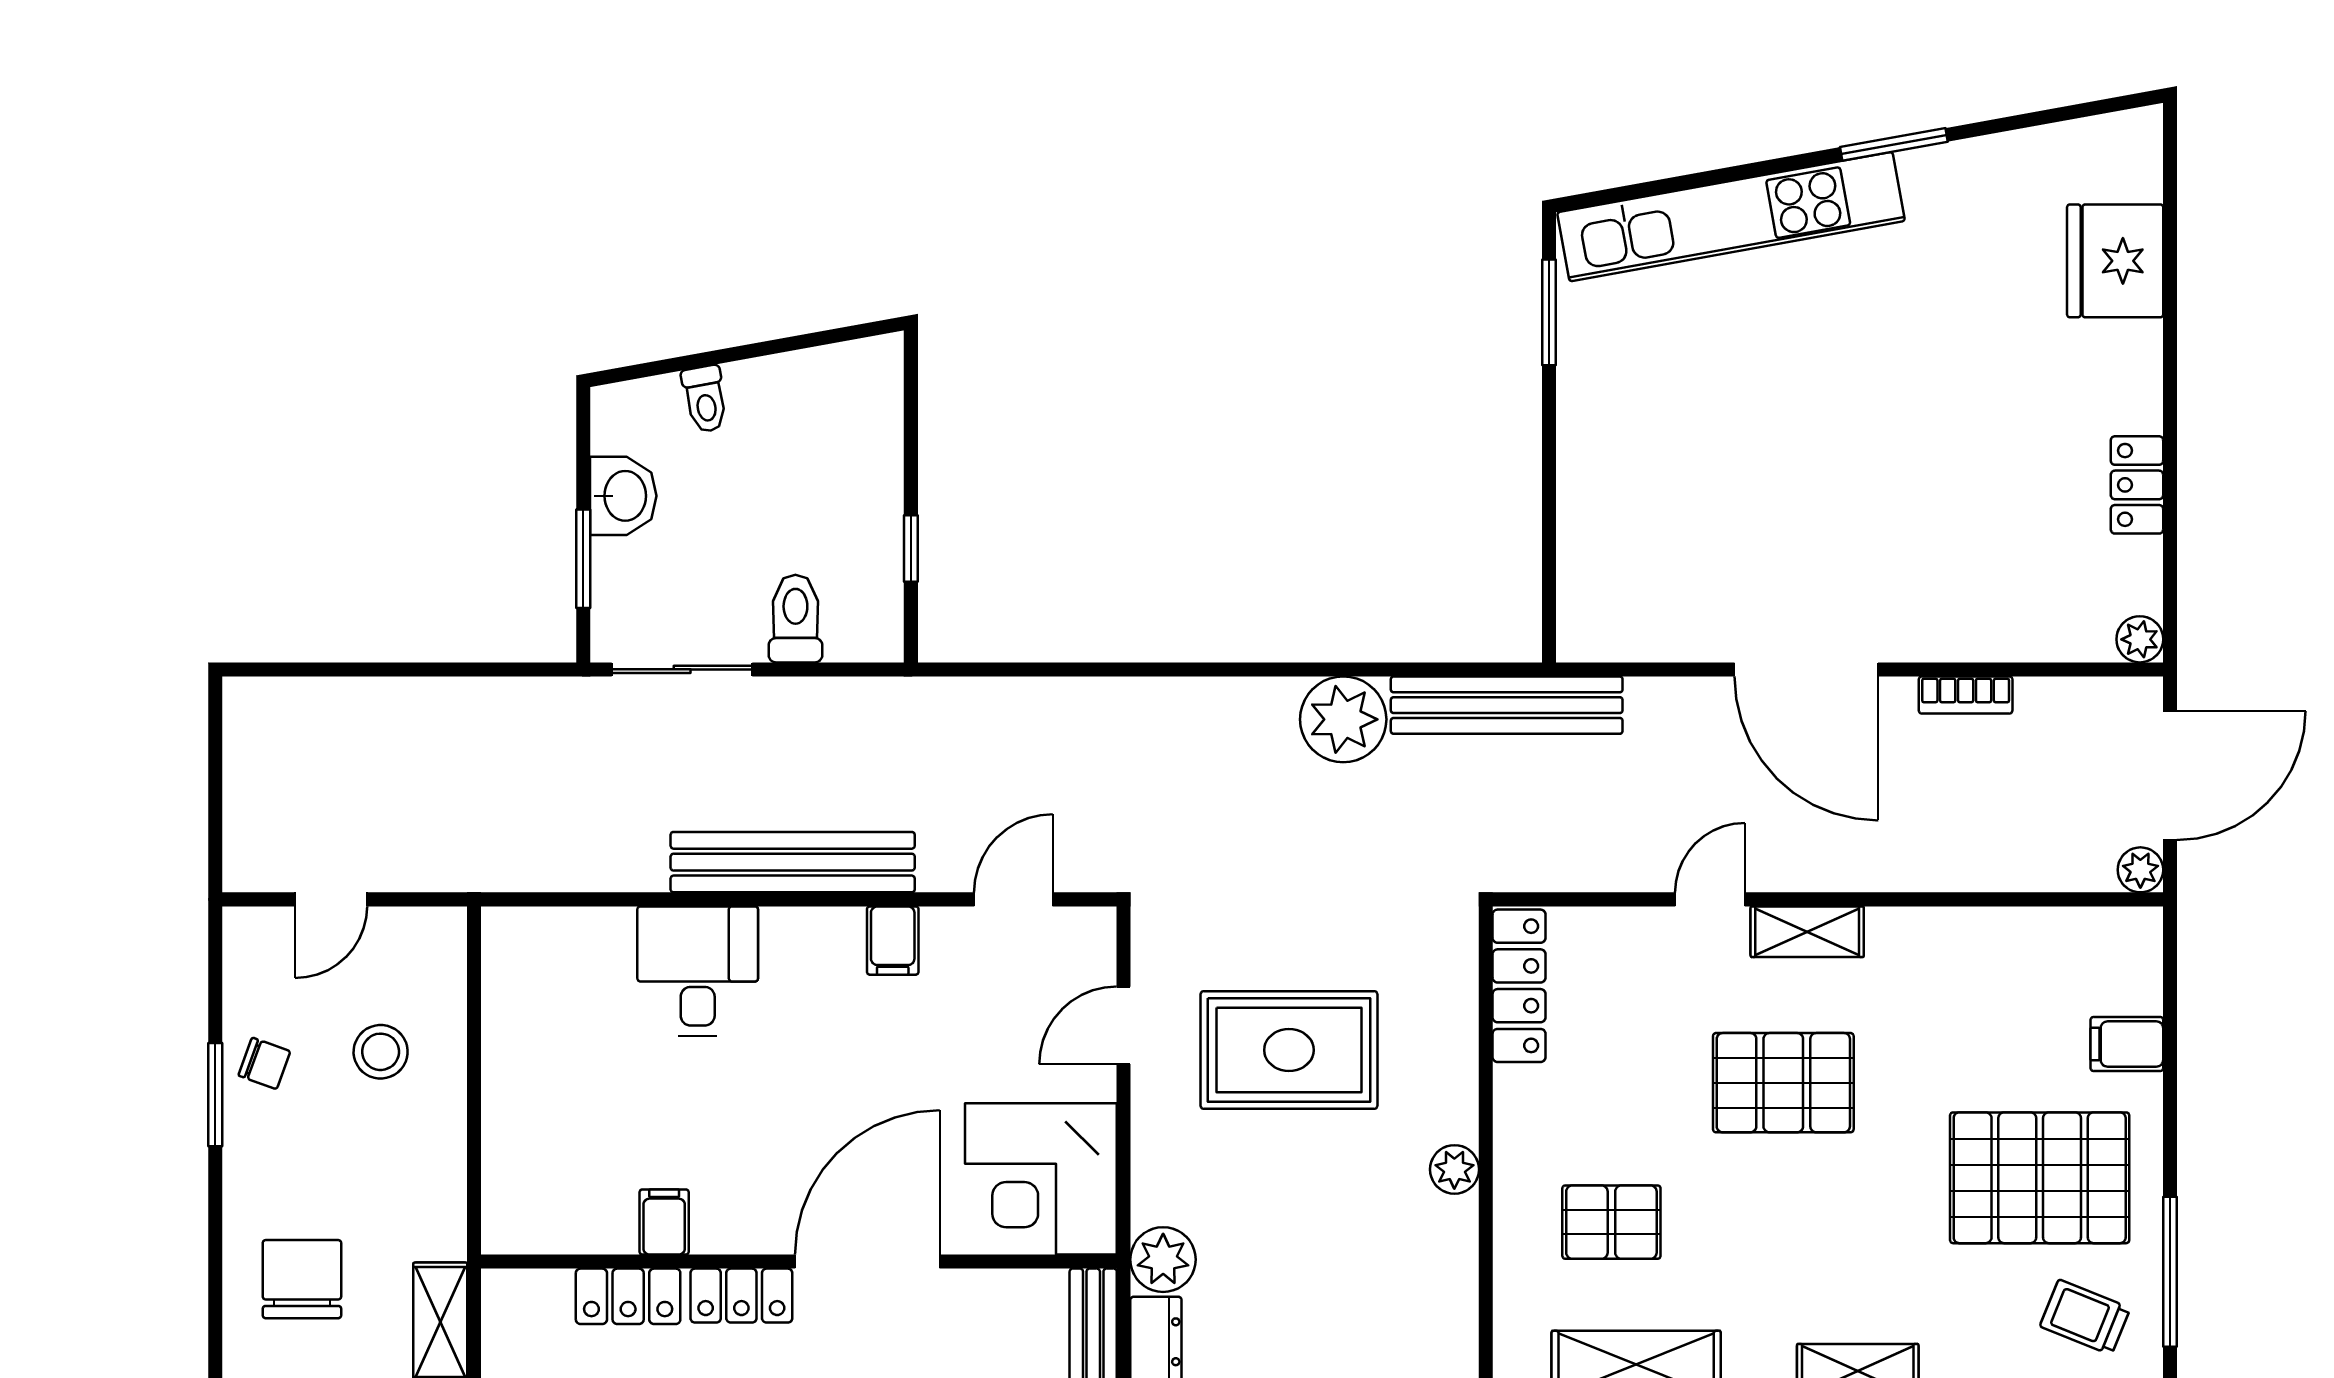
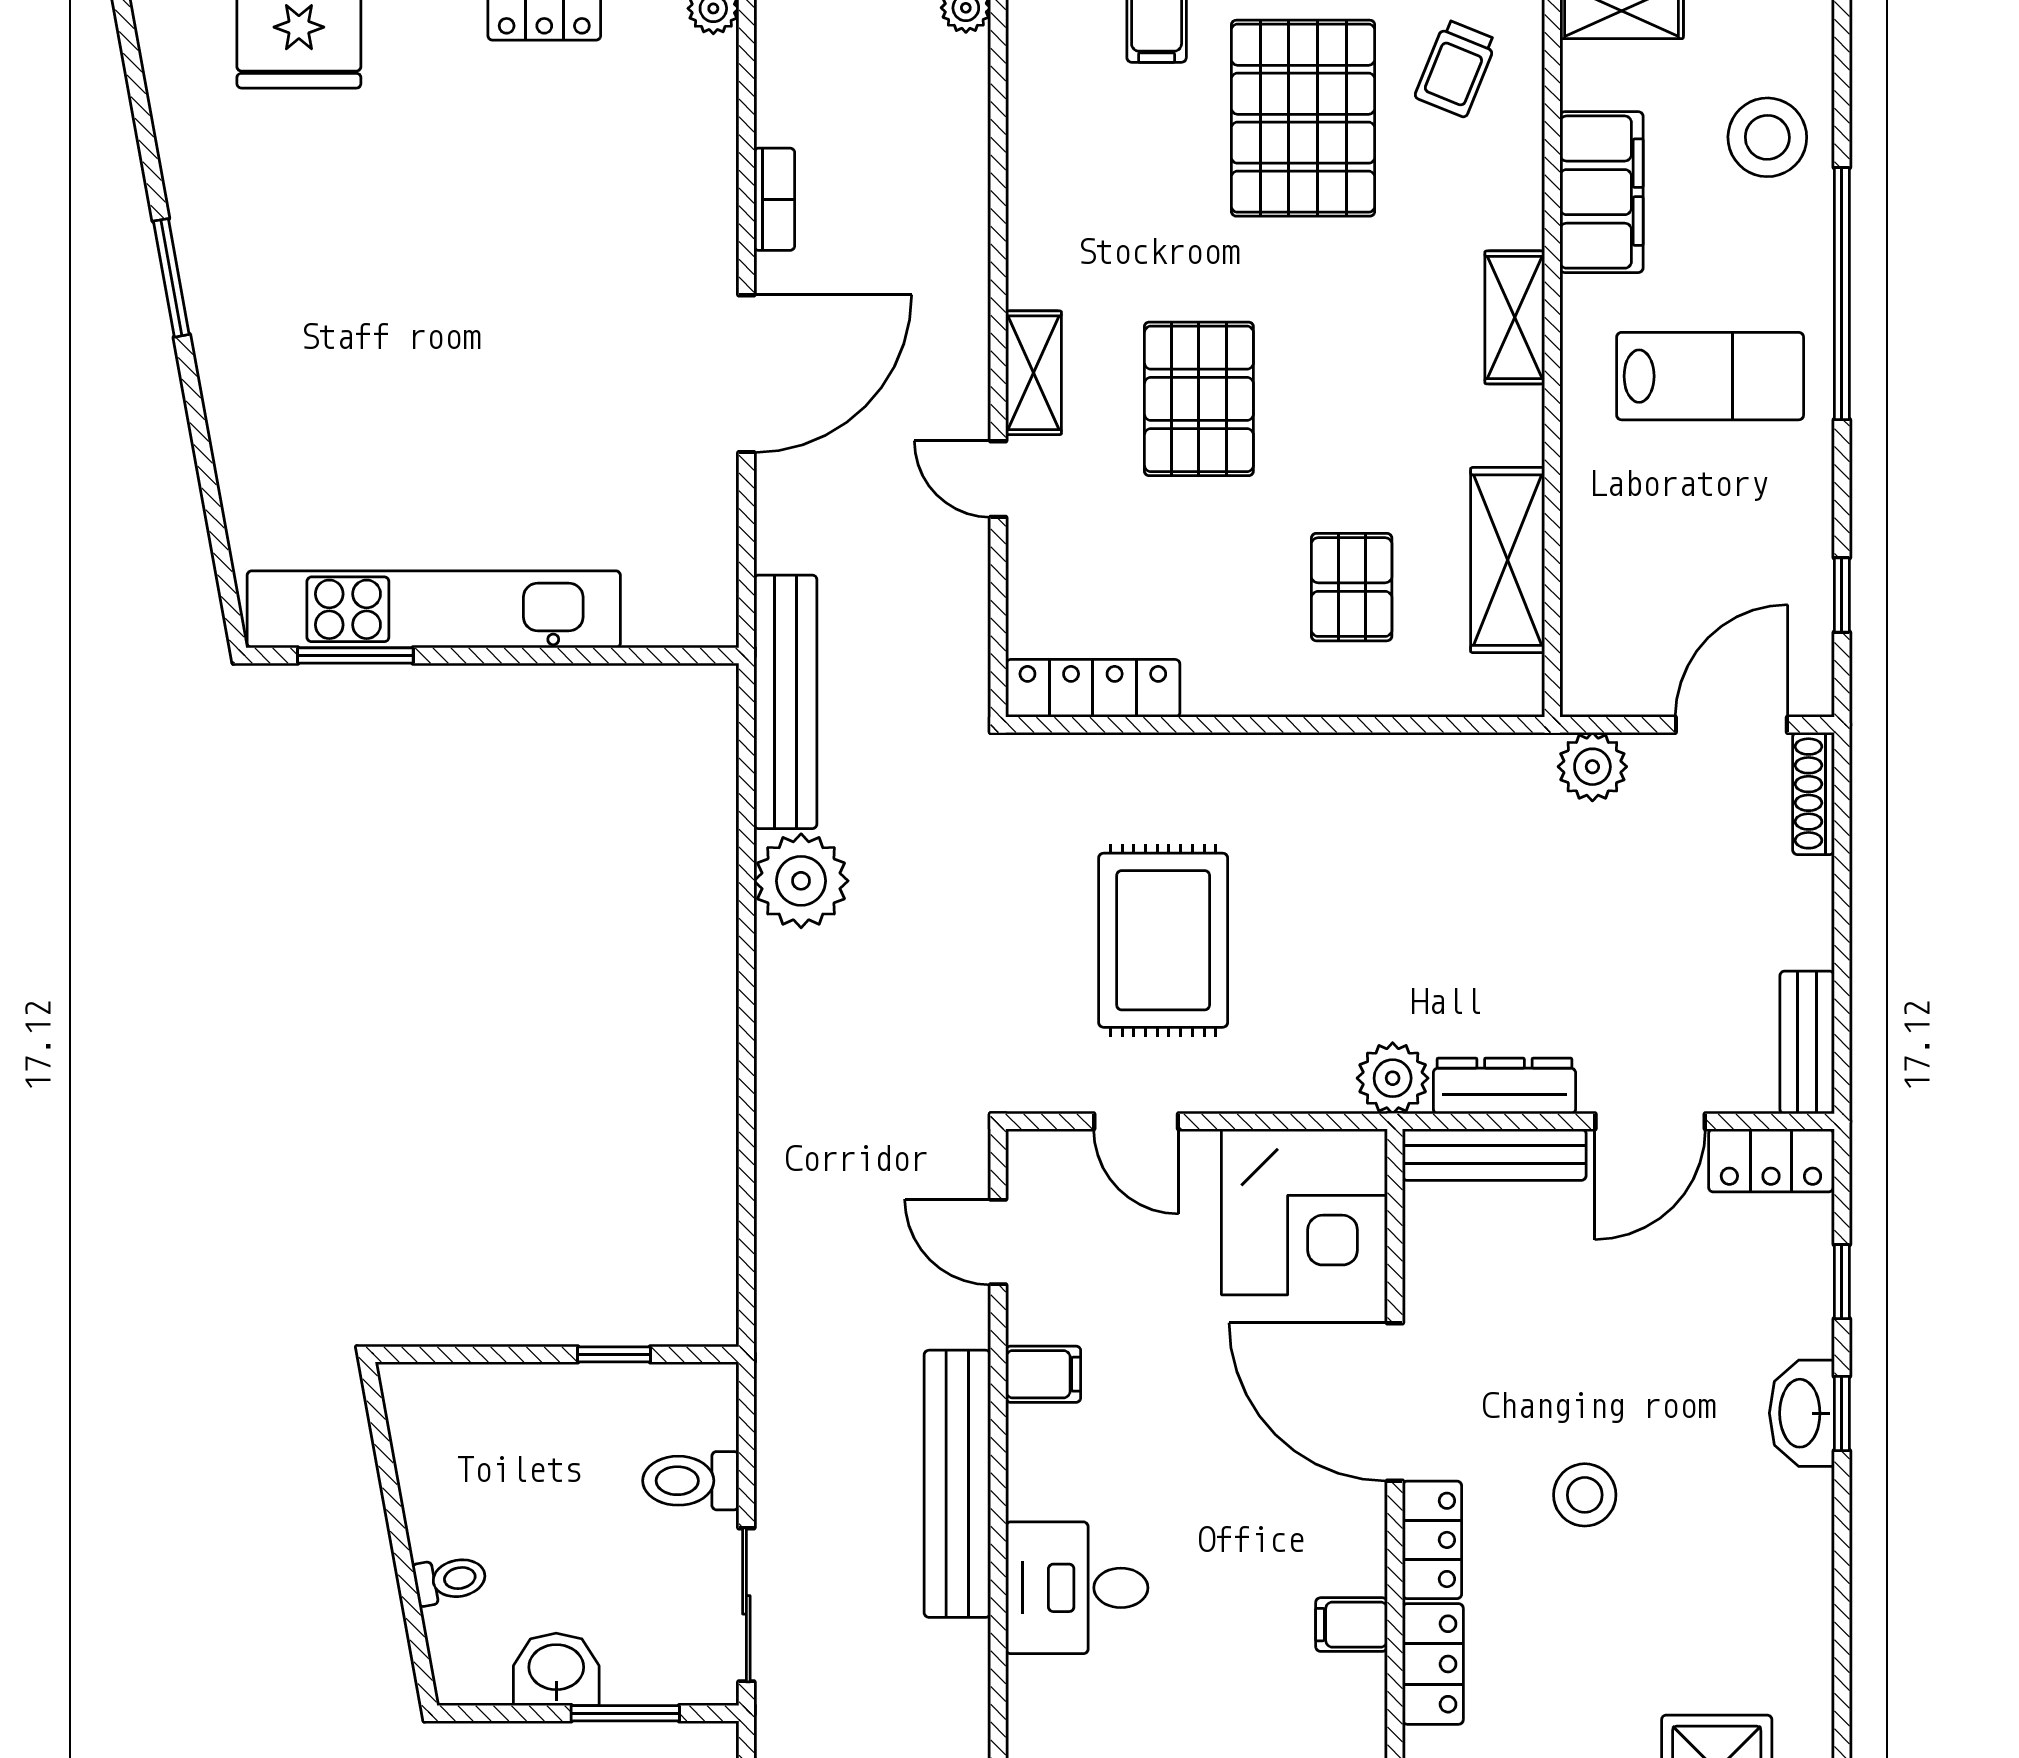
kitchen unit: (1731, 217) -> (434, 609), moved, turned -80
plant: (1454, 1169) -> (1294, 759), removed

